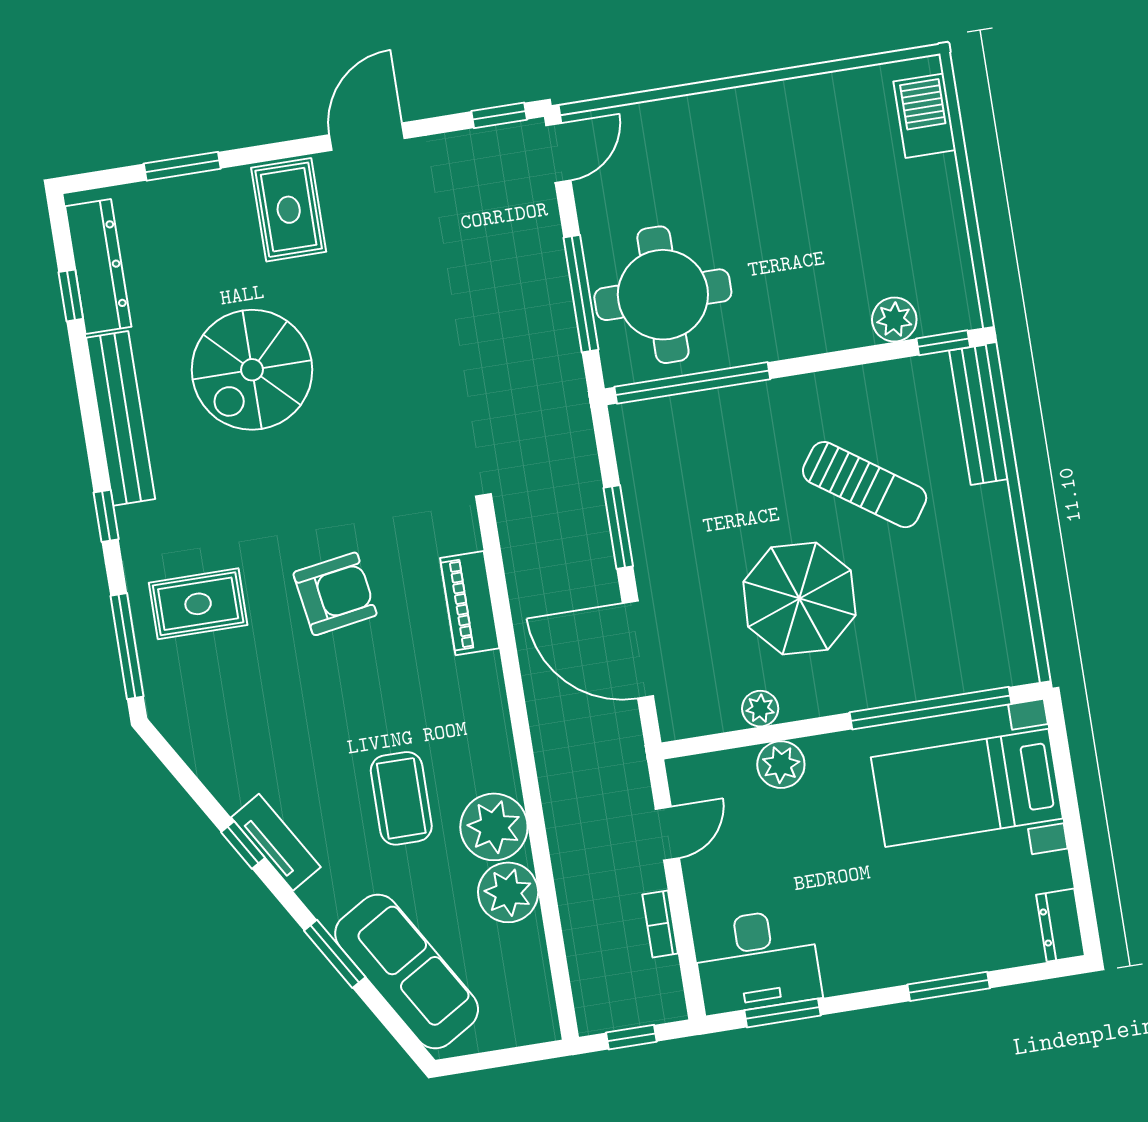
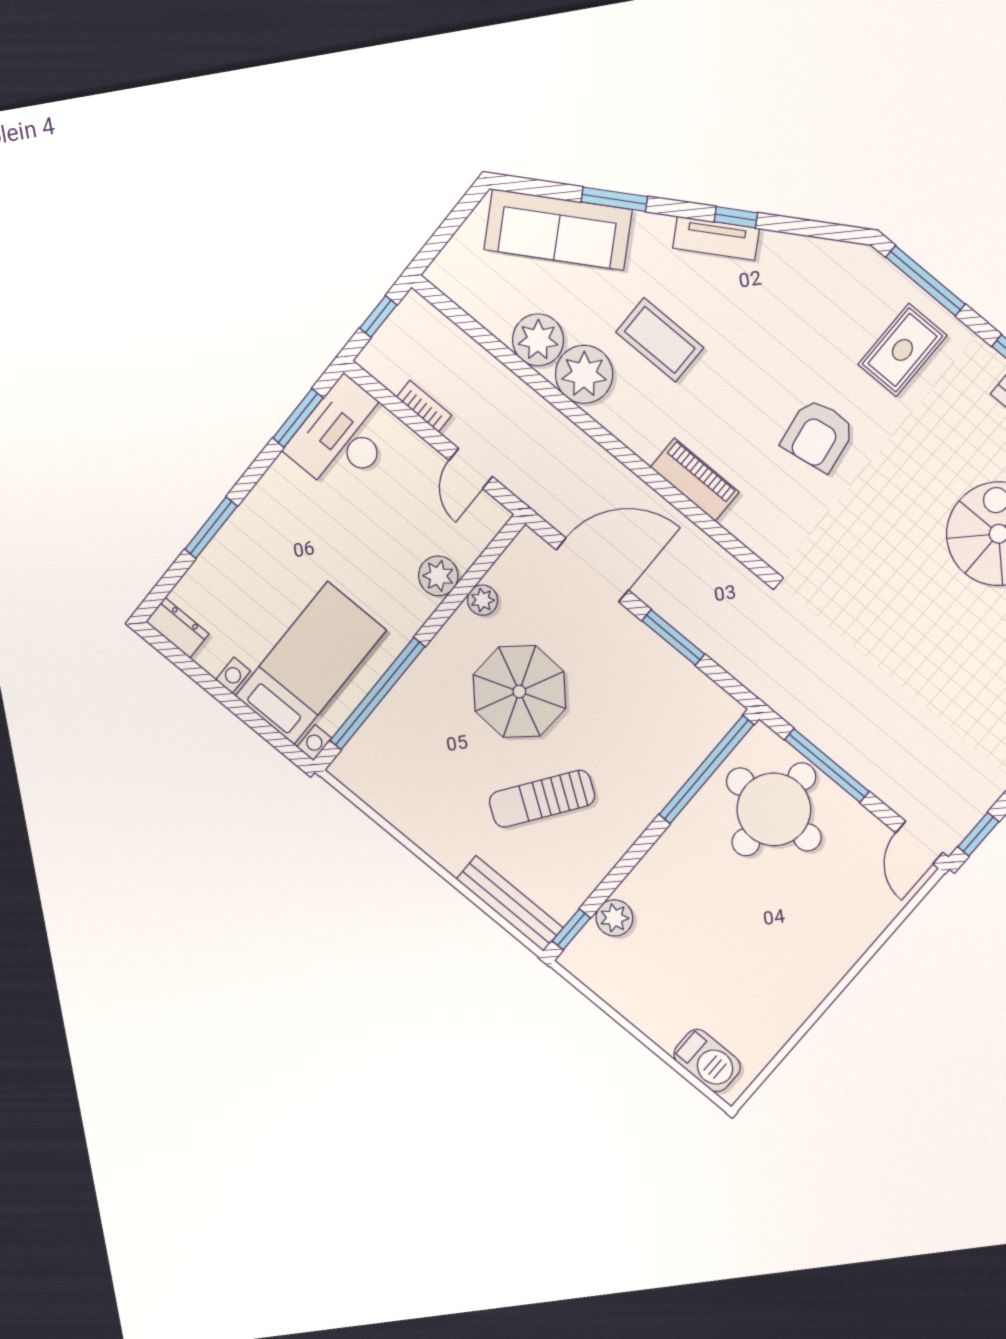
piano: (470, 603) -> (695, 480), moved

